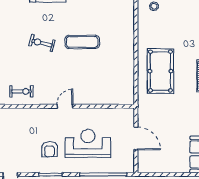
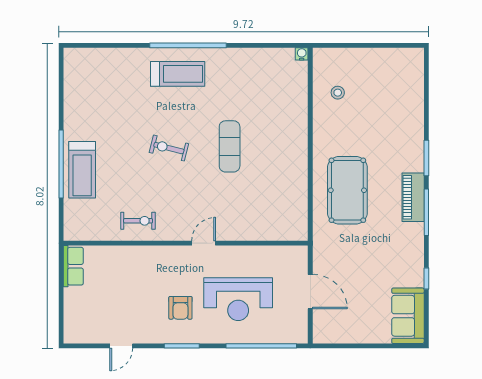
exercise mat: (82, 42) -> (230, 146), turned 90
reception desk: (88, 143) -> (238, 299), turned 180

